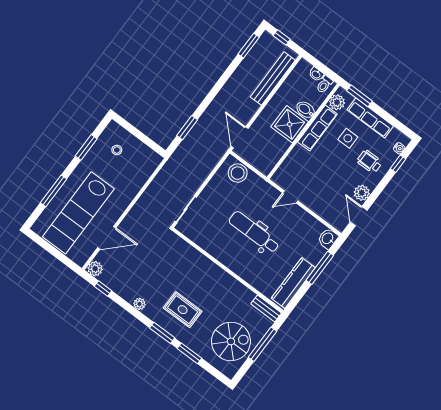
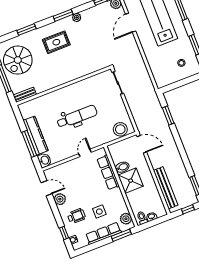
bidet: (306, 110) -> (122, 167), moved
row of seats: (317, 128) -> (108, 172), moved
kitchen counter: (293, 283) -> (36, 136), moved
window: (162, 333) -> (63, 15), moved

